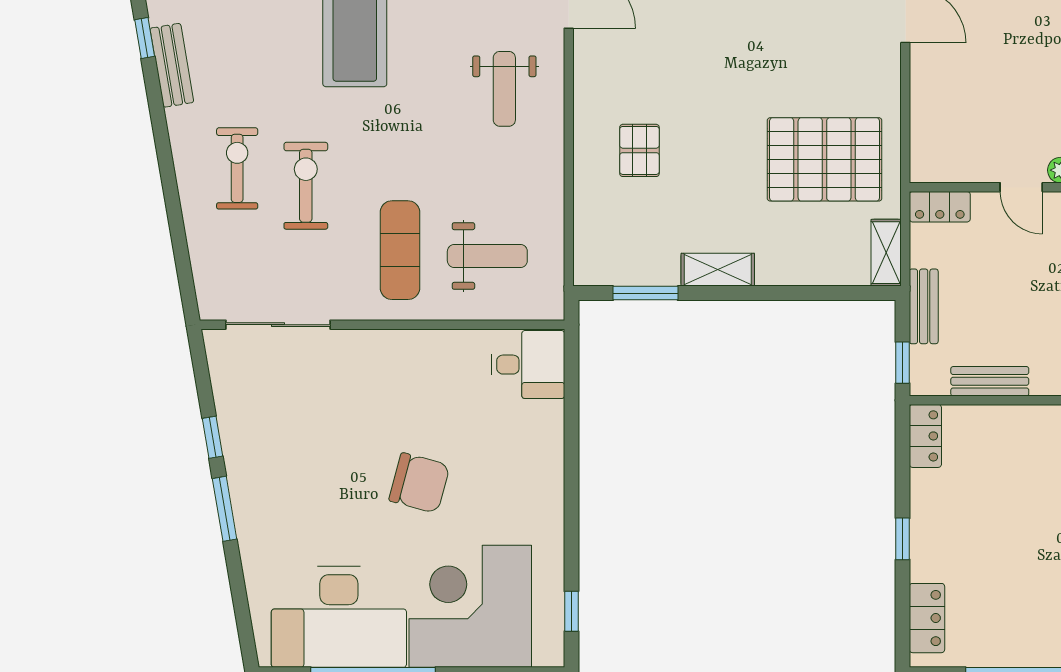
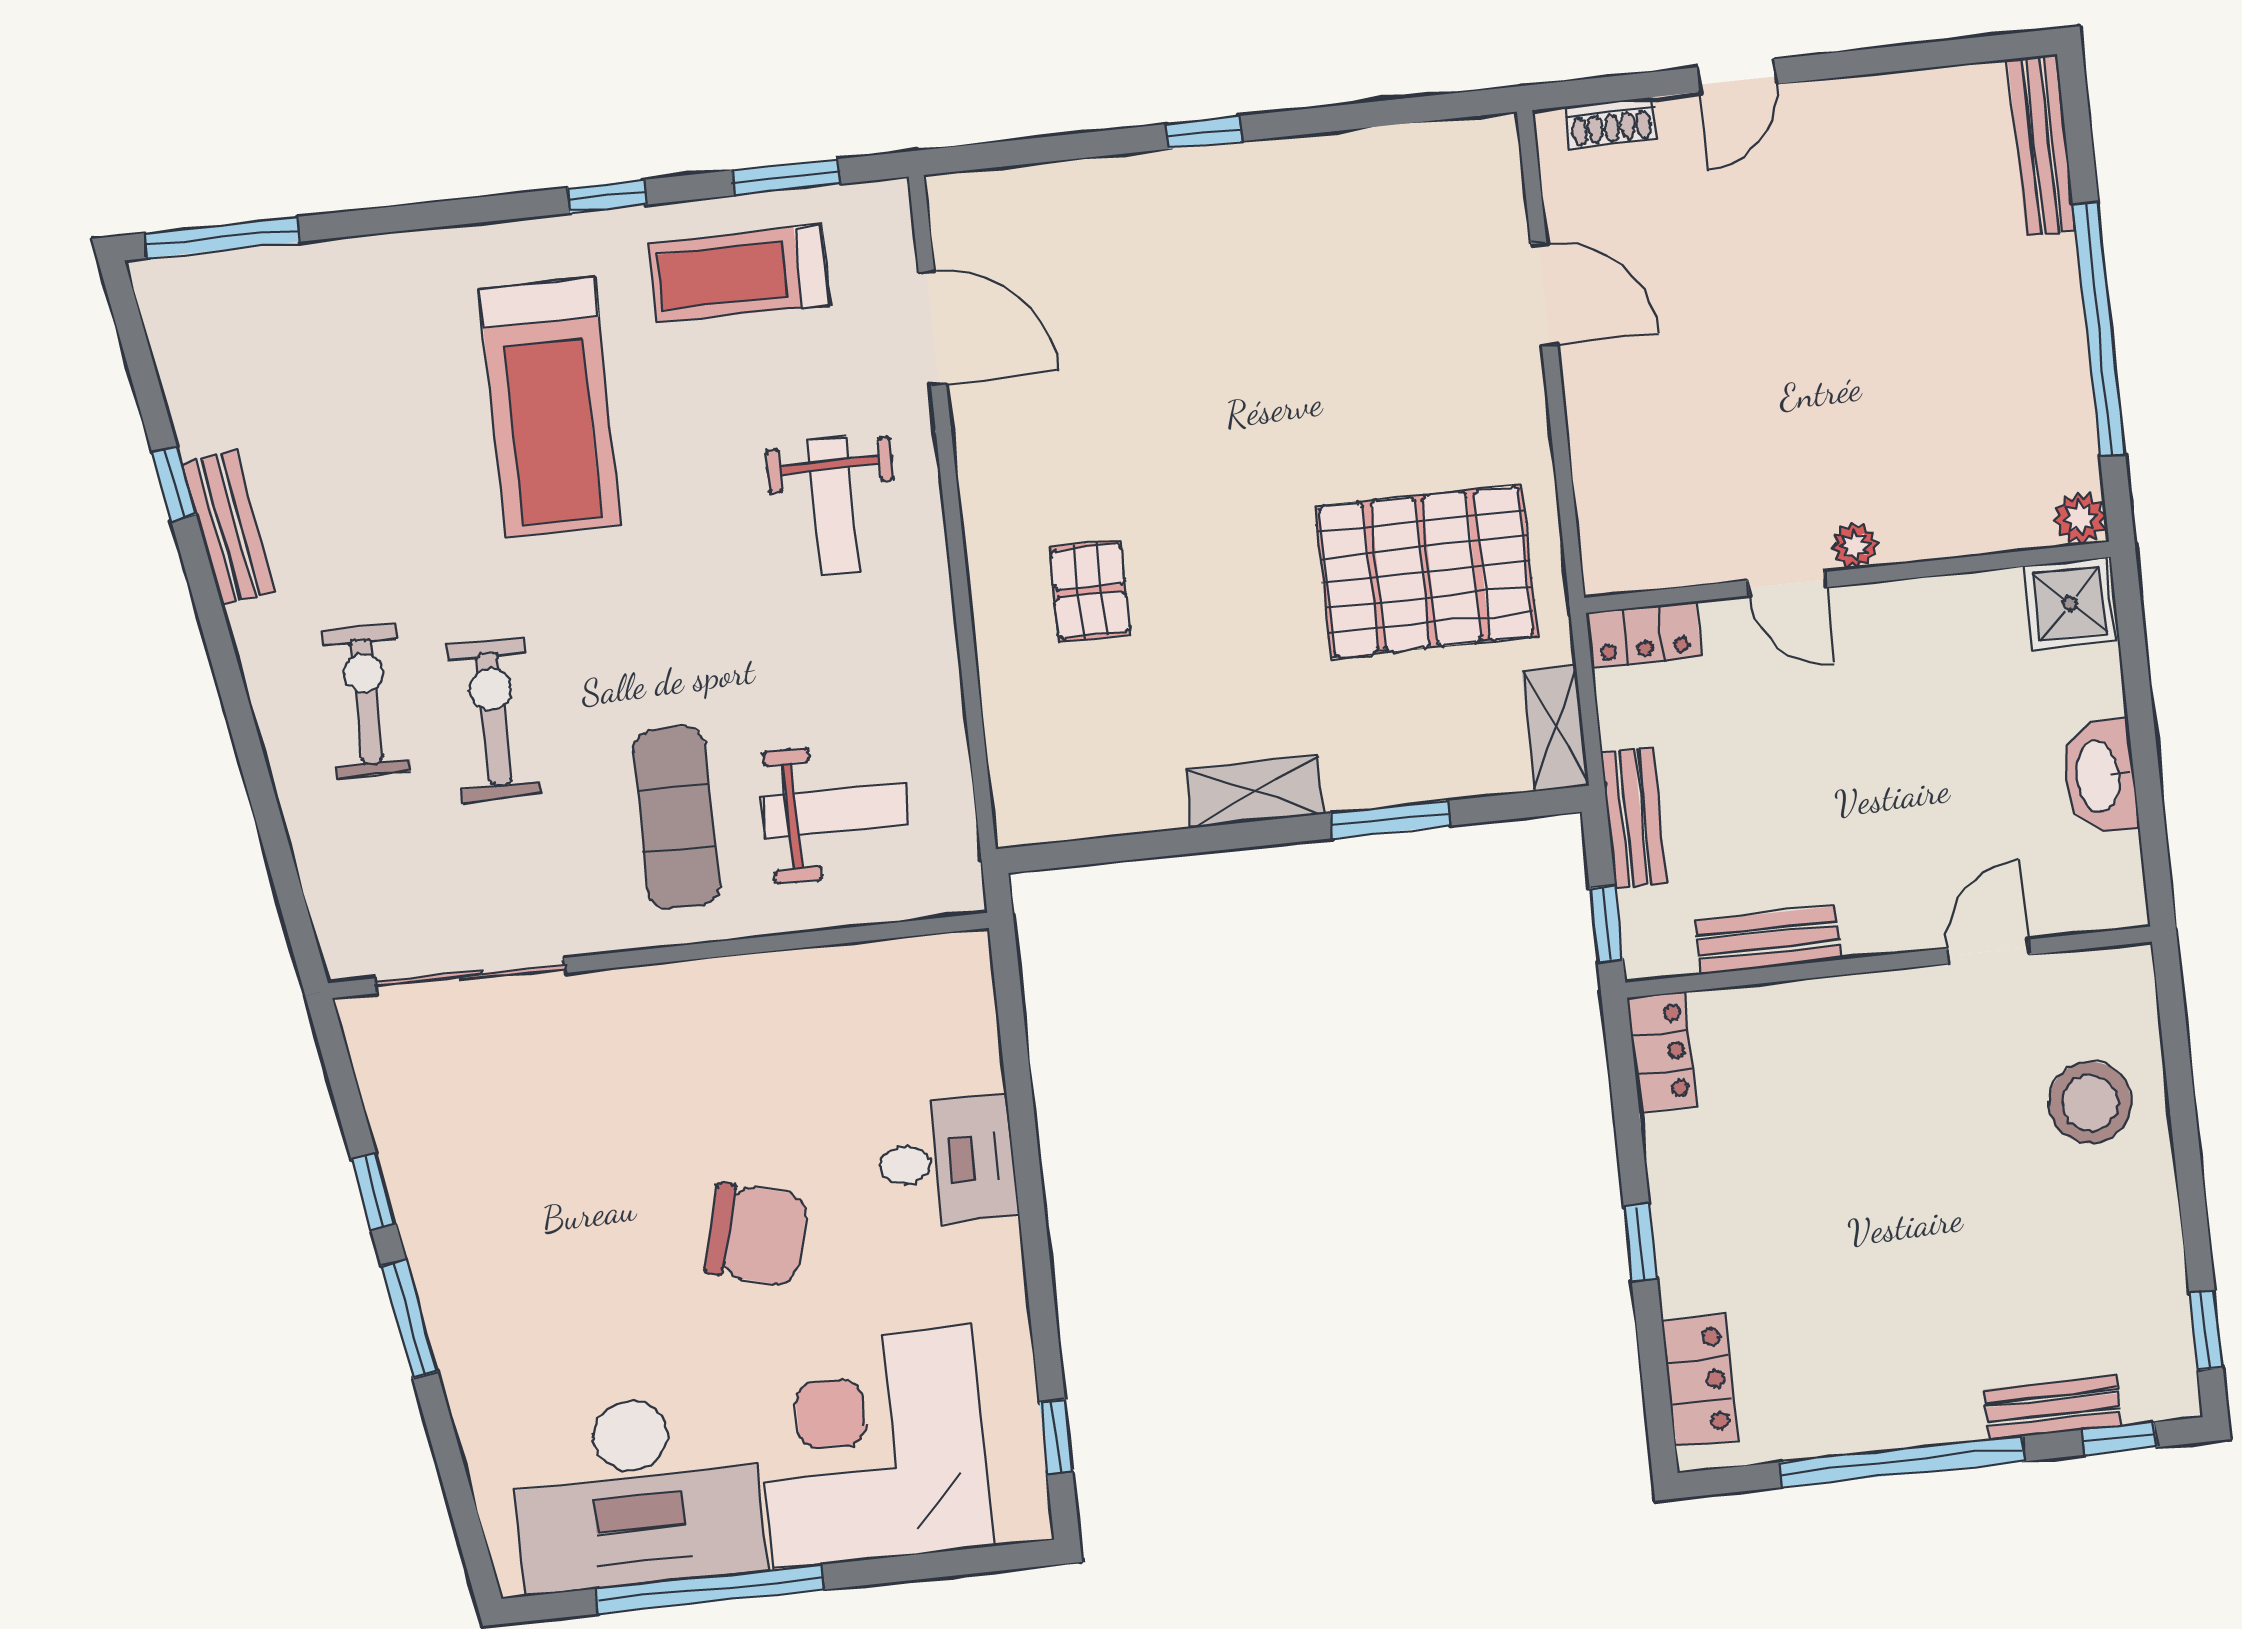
window: (645, 293) -> (1390, 820), moved
desk: (528, 365) -> (947, 1161), moved

